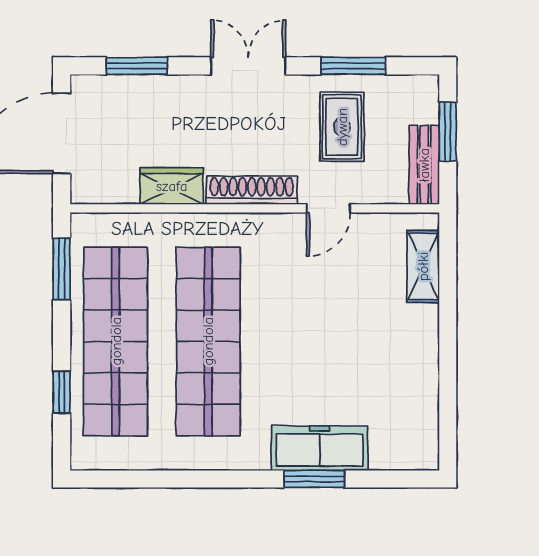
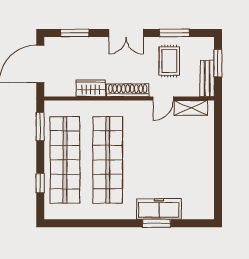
double door: (248, 66) -> (126, 33), swing flipped
shelving: (423, 266) -> (191, 108), moved, turned 90

